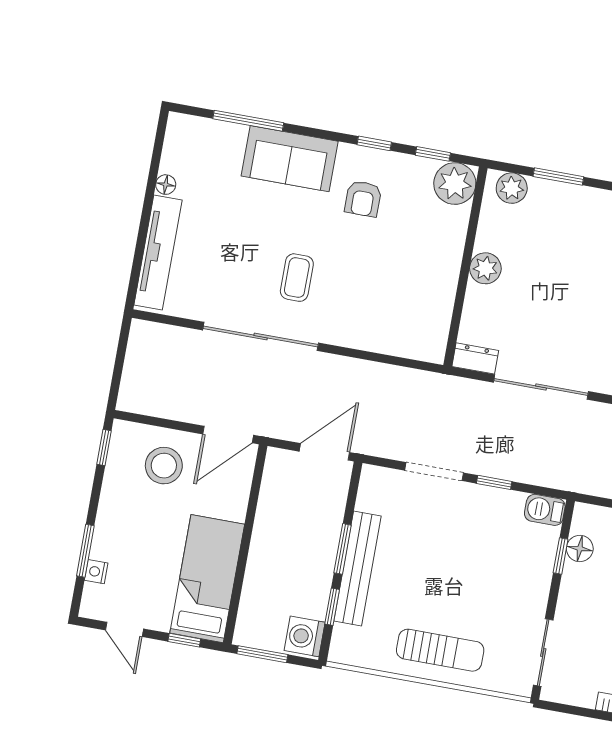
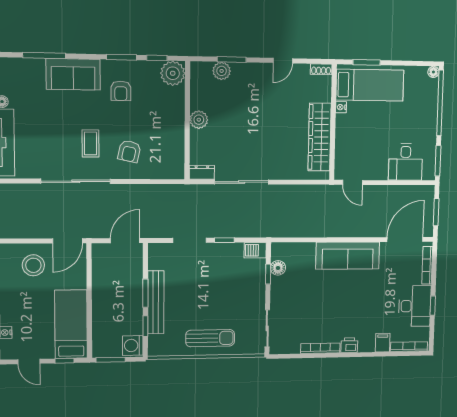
window: (374, 143) -> (122, 57), width x1.50
plant: (512, 188) -> (222, 71), moved
armchair: (359, 302) -> (129, 151), added

